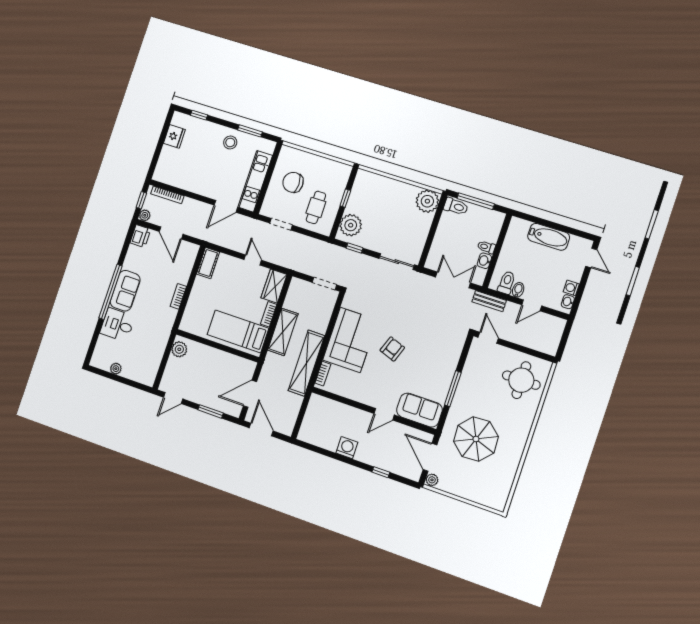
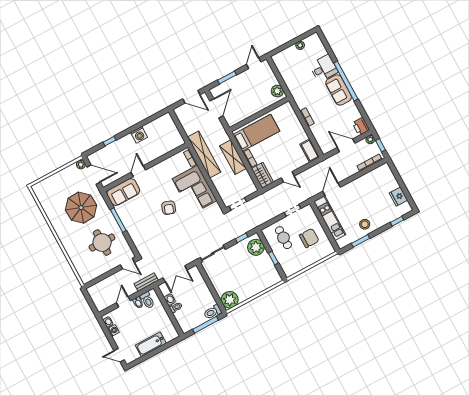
round table: (521, 380) -> (102, 243), moved

